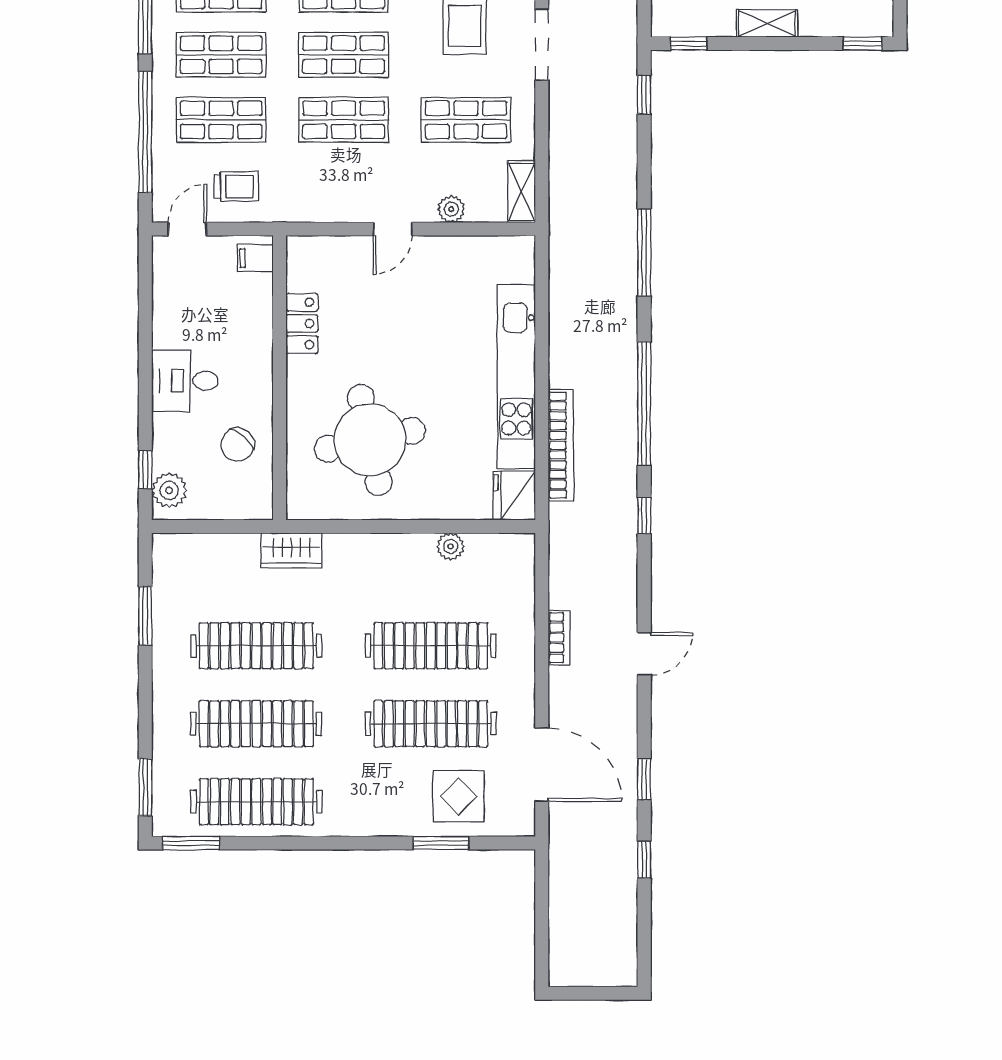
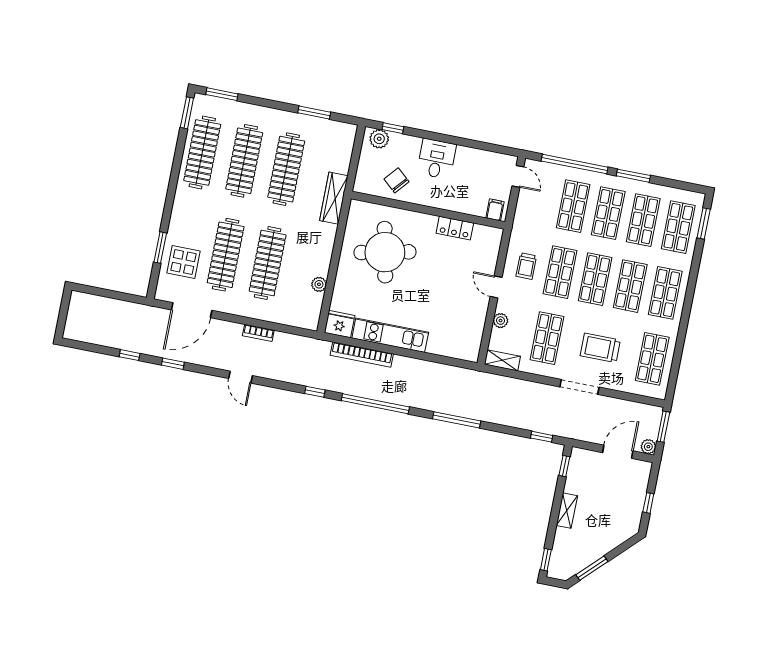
trolley: (236, 187) -> (526, 266), moved
kitchen unit: (516, 377) -> (390, 335), width x0.73
wardrobe: (291, 550) -> (334, 198), width x1.50

